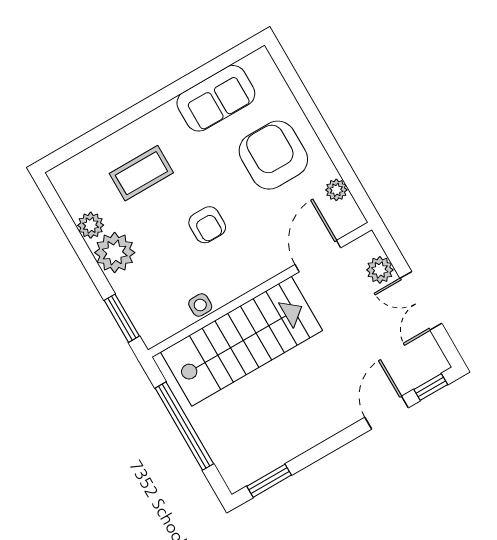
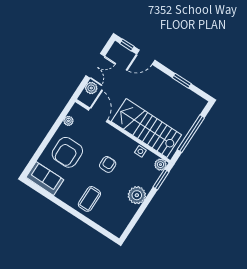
sofa: (216, 98) -> (45, 179), moved
coffee table: (141, 173) -> (89, 199), moved, turned 90
plant: (91, 225) -> (160, 165), moved
door: (318, 256) -> (98, 115), swing flipped
window: (269, 481) -> (182, 81), moved

